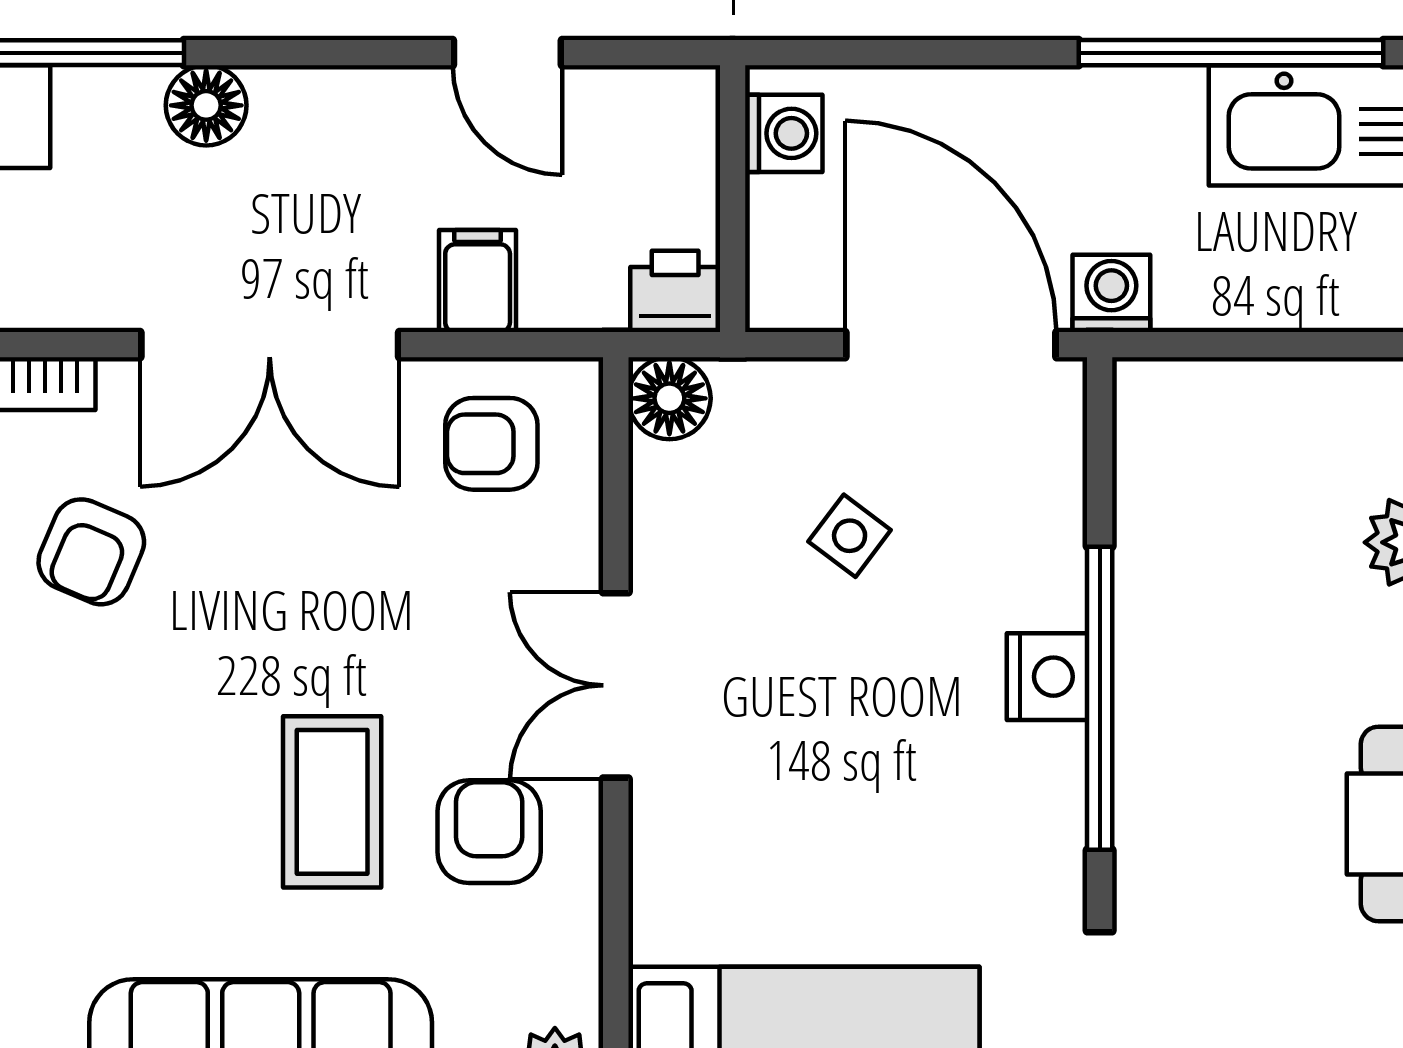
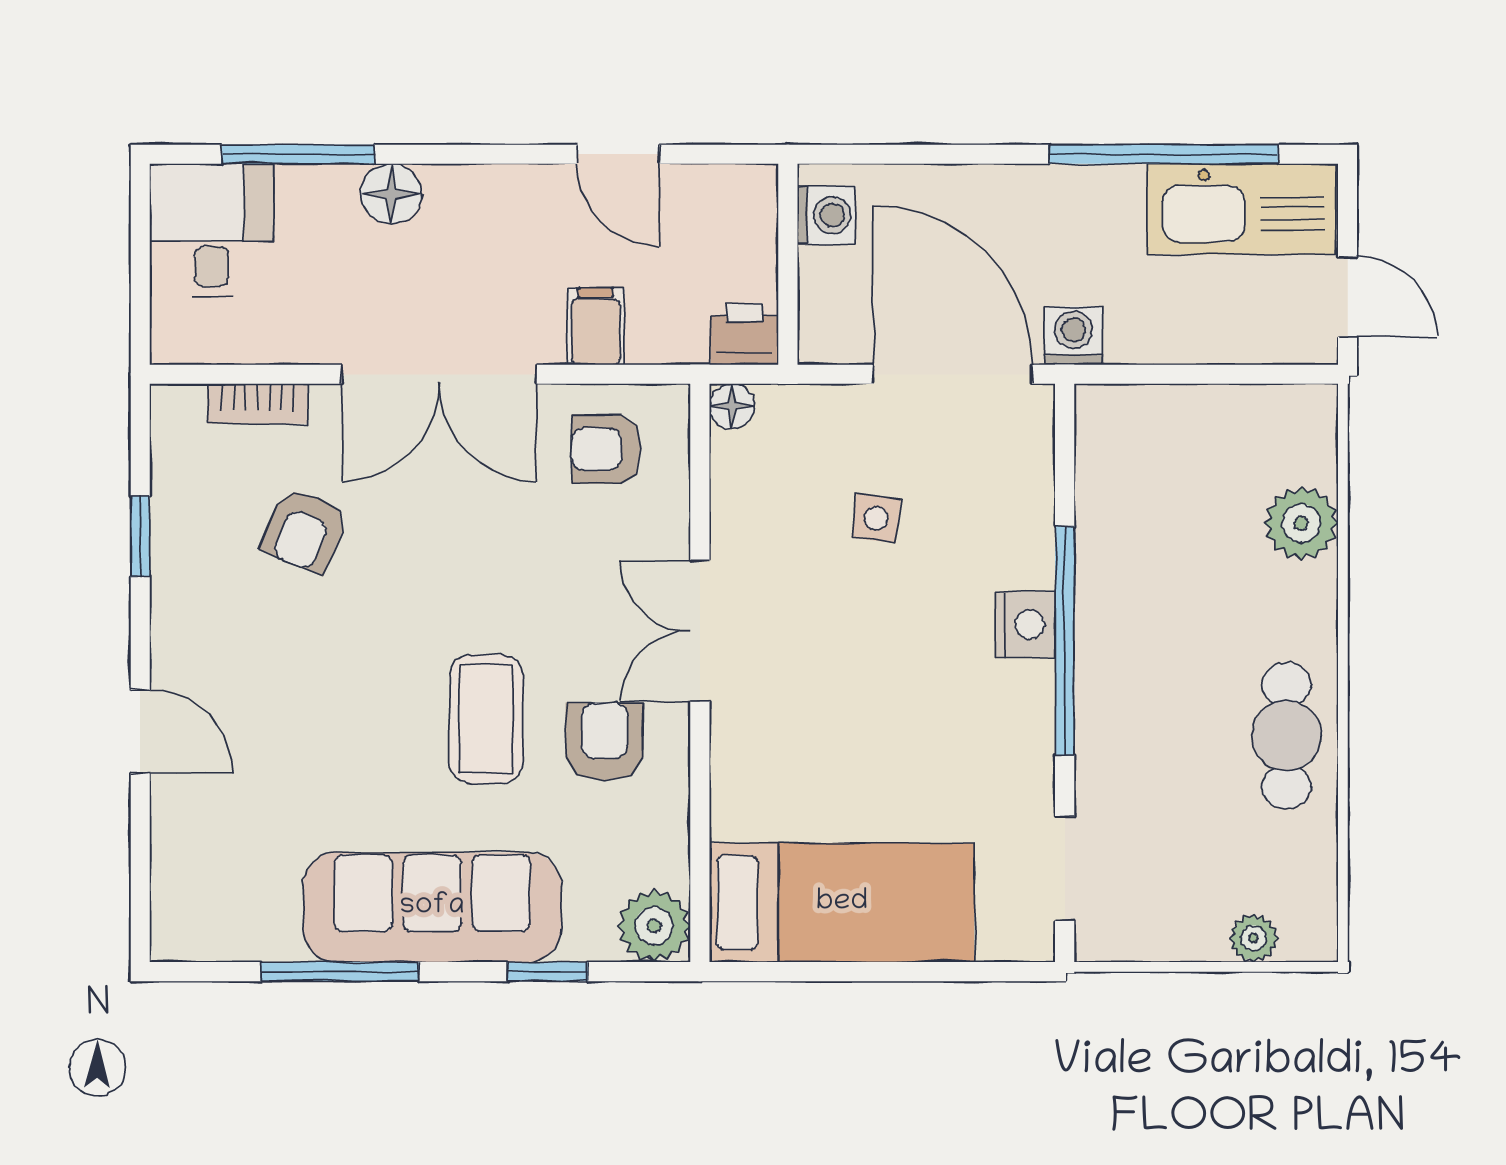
floor lamp: (669, 398) -> (732, 406), width x0.73, depth x0.73
side table: (850, 536) -> (876, 518), turned -30

